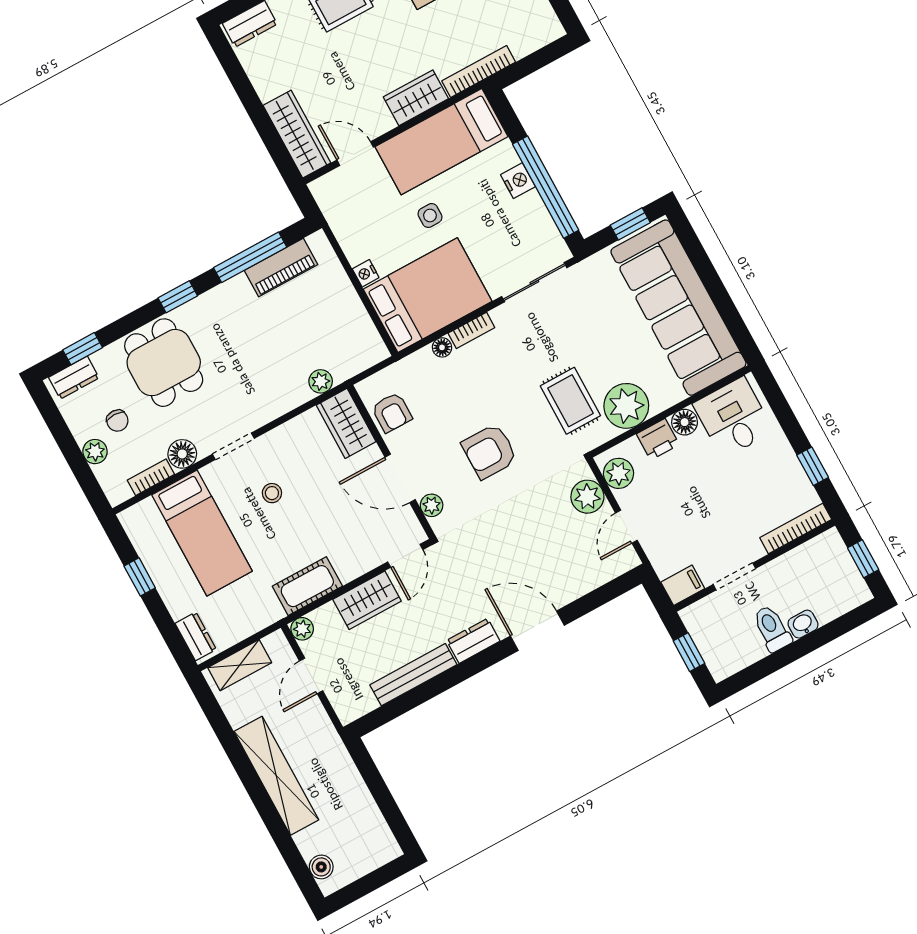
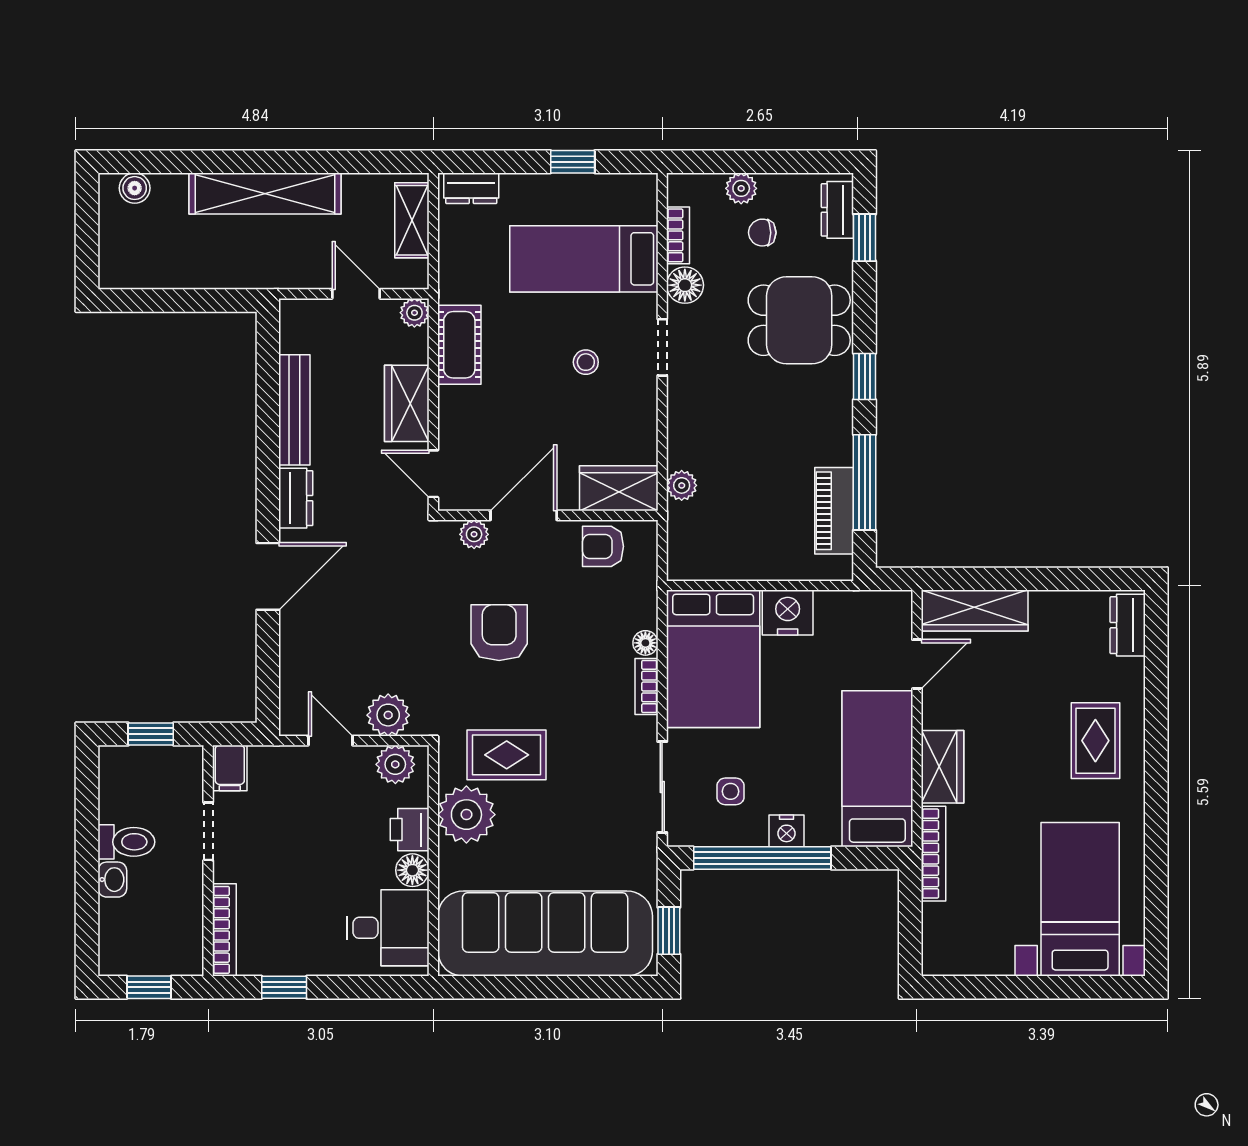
side table: (430, 215) -> (730, 791), moved
nightstand: (366, 273) -> (788, 613), width x1.89, depth x1.79

